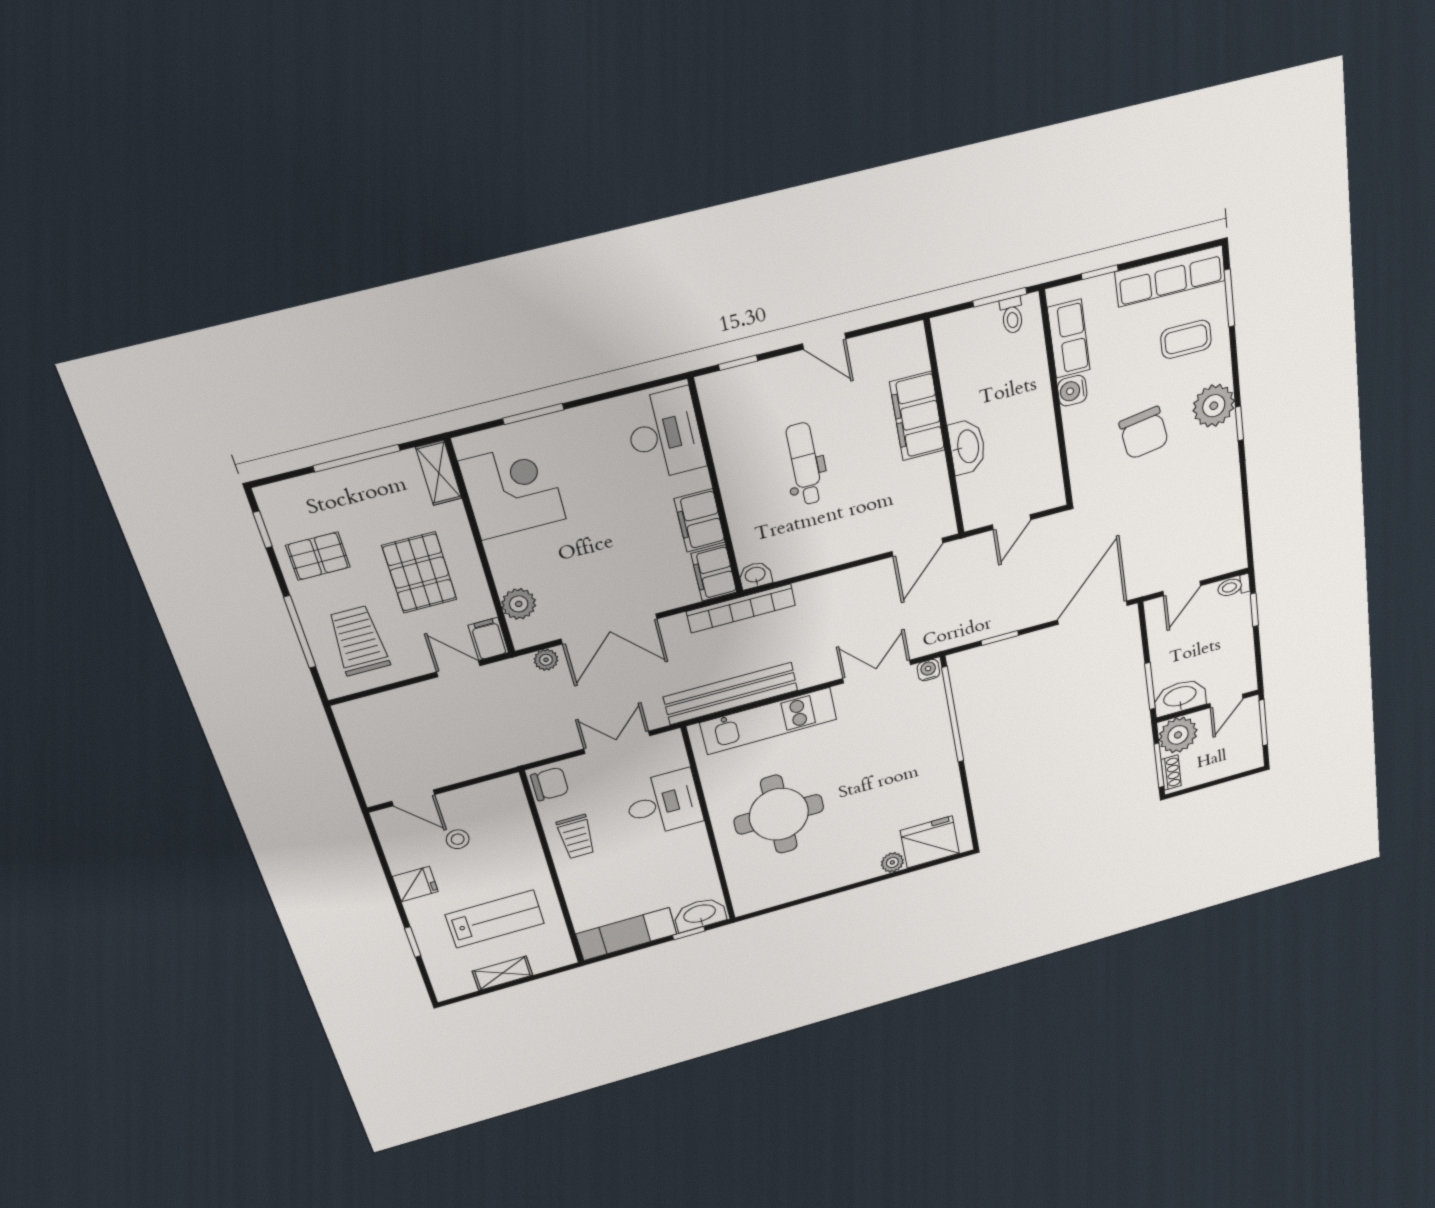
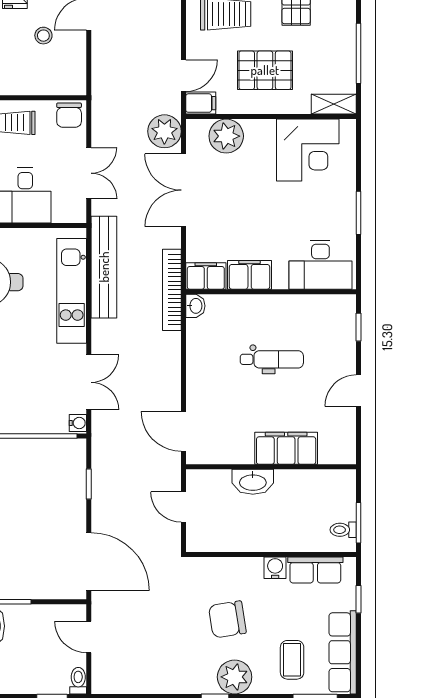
window: (533, 414) -> (359, 213), moved
plant: (519, 604) -> (226, 136), width x1.36, depth x1.36
plant: (546, 660) -> (164, 131), width x1.88, depth x1.88

